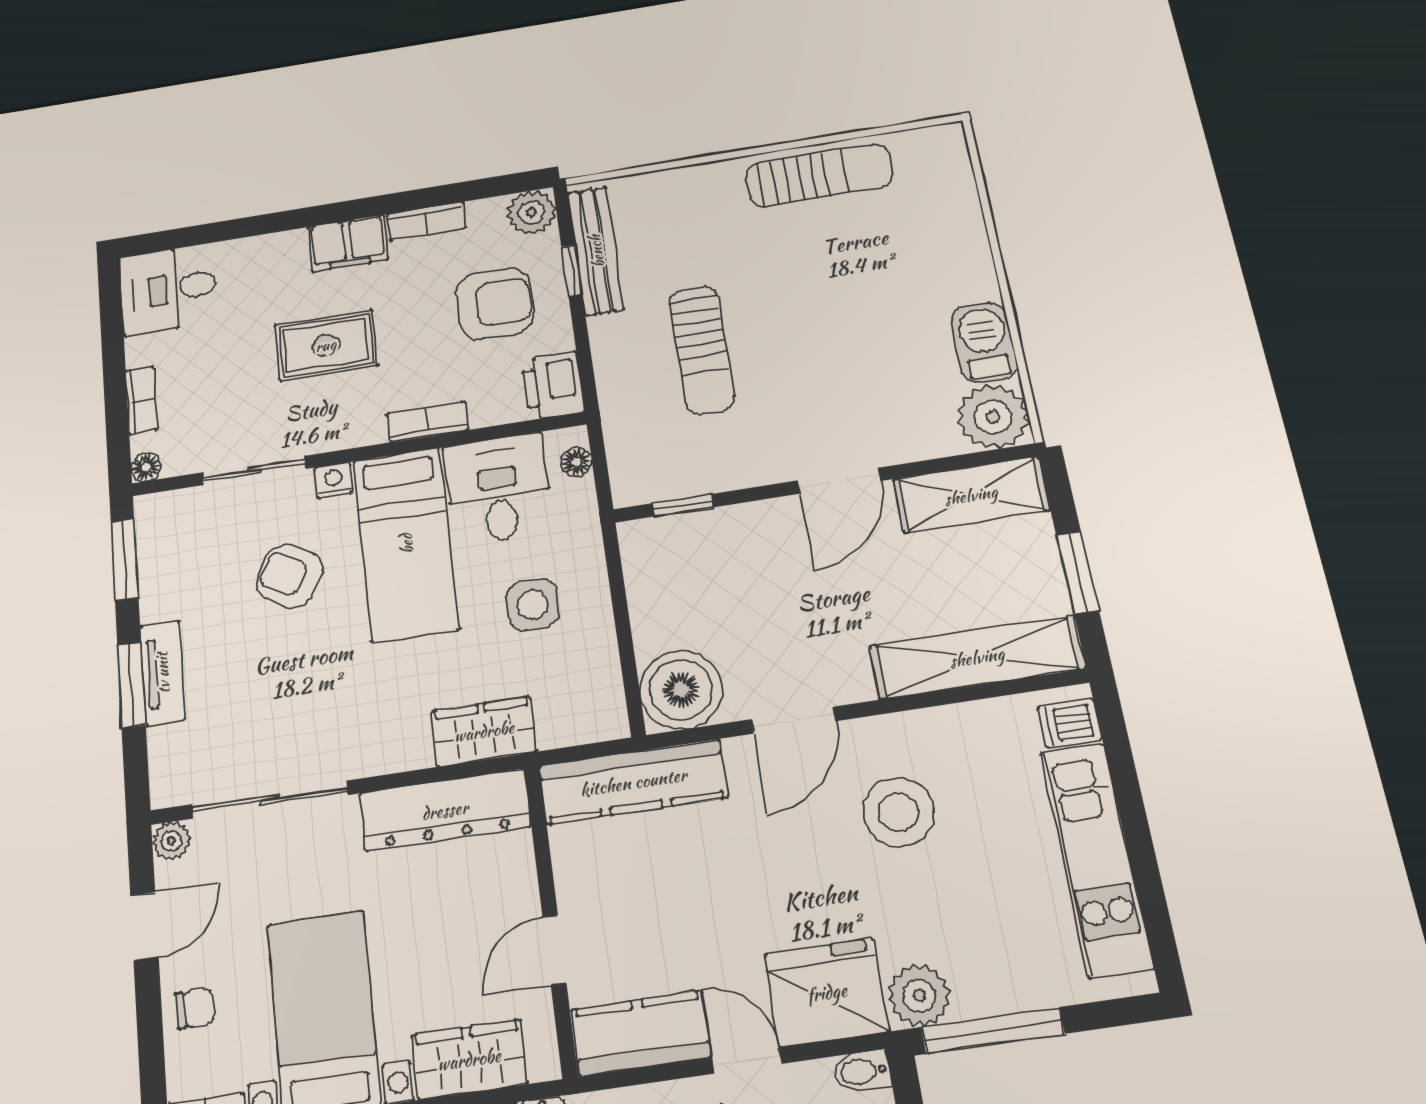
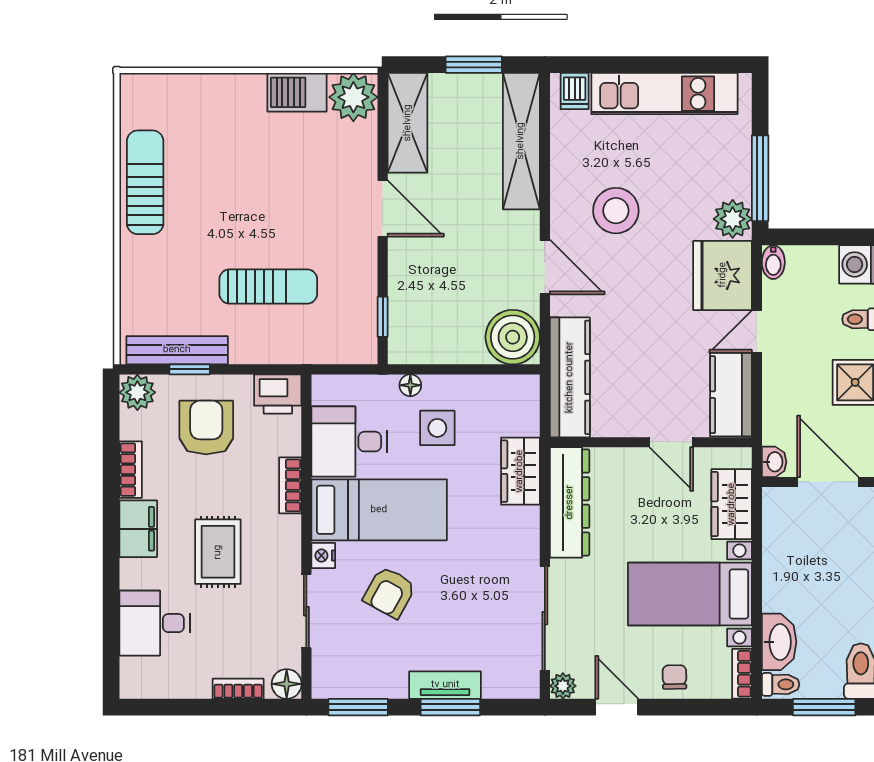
desk: (168, 289) -> (154, 623), moved, turned 90
floor lamp: (576, 462) -> (410, 385), moved
floor lamp: (146, 467) -> (287, 684), width x1.37, depth x1.37

